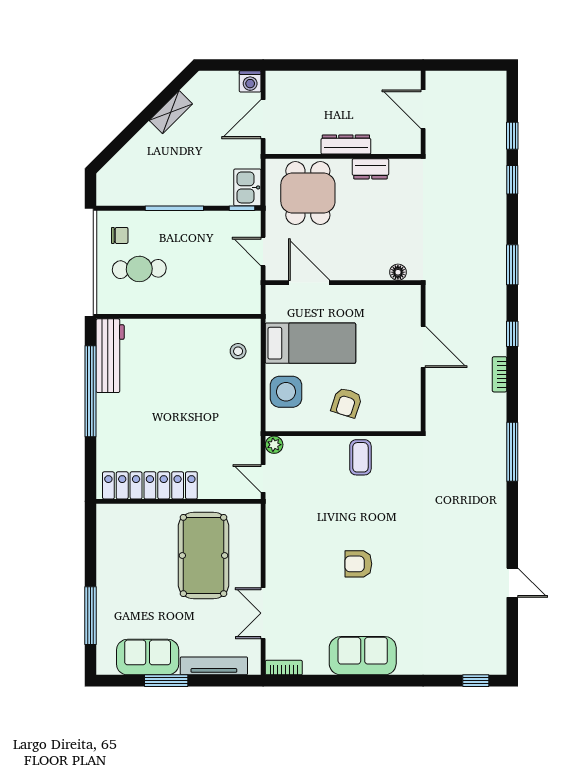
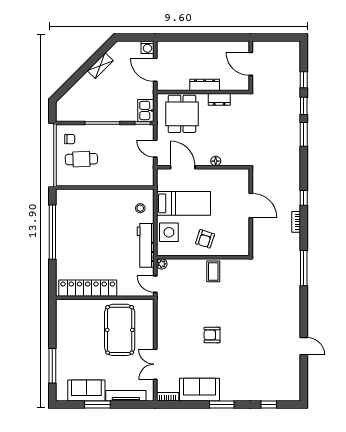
door: (263, 119) -> (155, 70), hinge flipped
window: (512, 265) -> (304, 134), moved
floor lamp: (398, 272) -> (216, 161), moved
workbench: (110, 356) -> (146, 245), moved, turned 180
sofa: (363, 656) -> (200, 390), moved
window: (375, 681) -> (222, 405), added
window: (476, 681) -> (269, 405), moved

